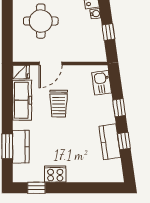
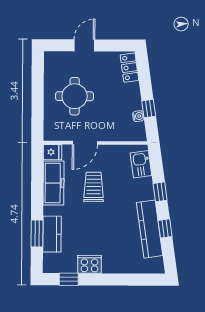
water cooler: (95, 14) -> (138, 116), moved
trolley: (59, 104) -> (94, 187), turned 180
kitchen counter: (110, 142) -> (150, 229), width x1.50

